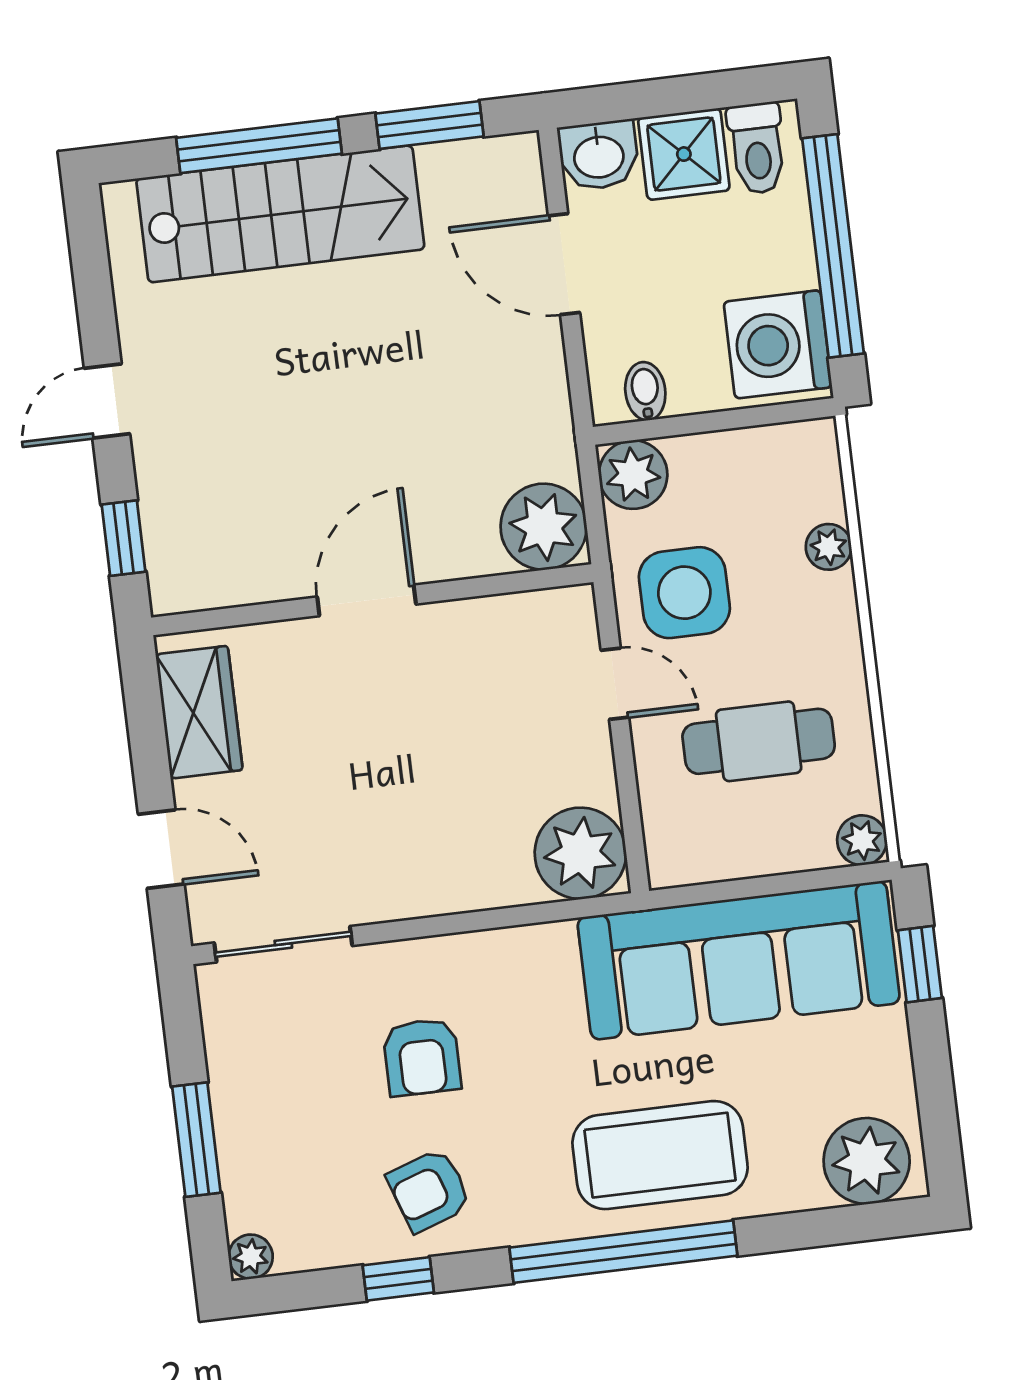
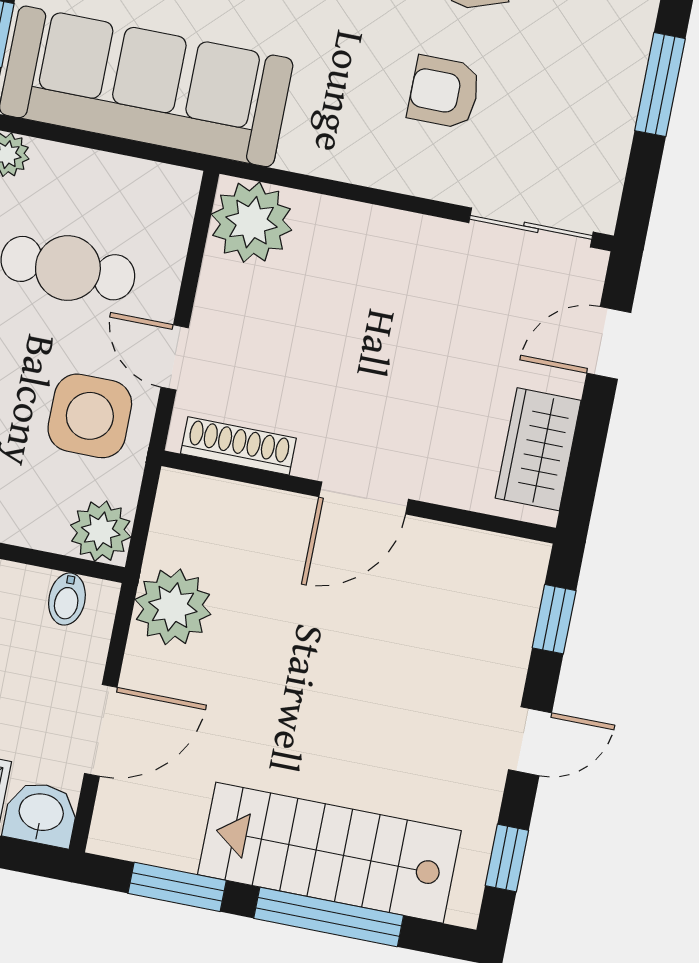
door: (564, 264) -> (101, 730), hinge flipped
window: (91, 270) -> (507, 858), added
plant: (544, 527) -> (173, 607), moved
shoe rack: (517, 612) -> (238, 446), added
door: (161, 849) -> (609, 343), hinge flipped
armchair: (422, 1057) -> (444, 92), turned -90

